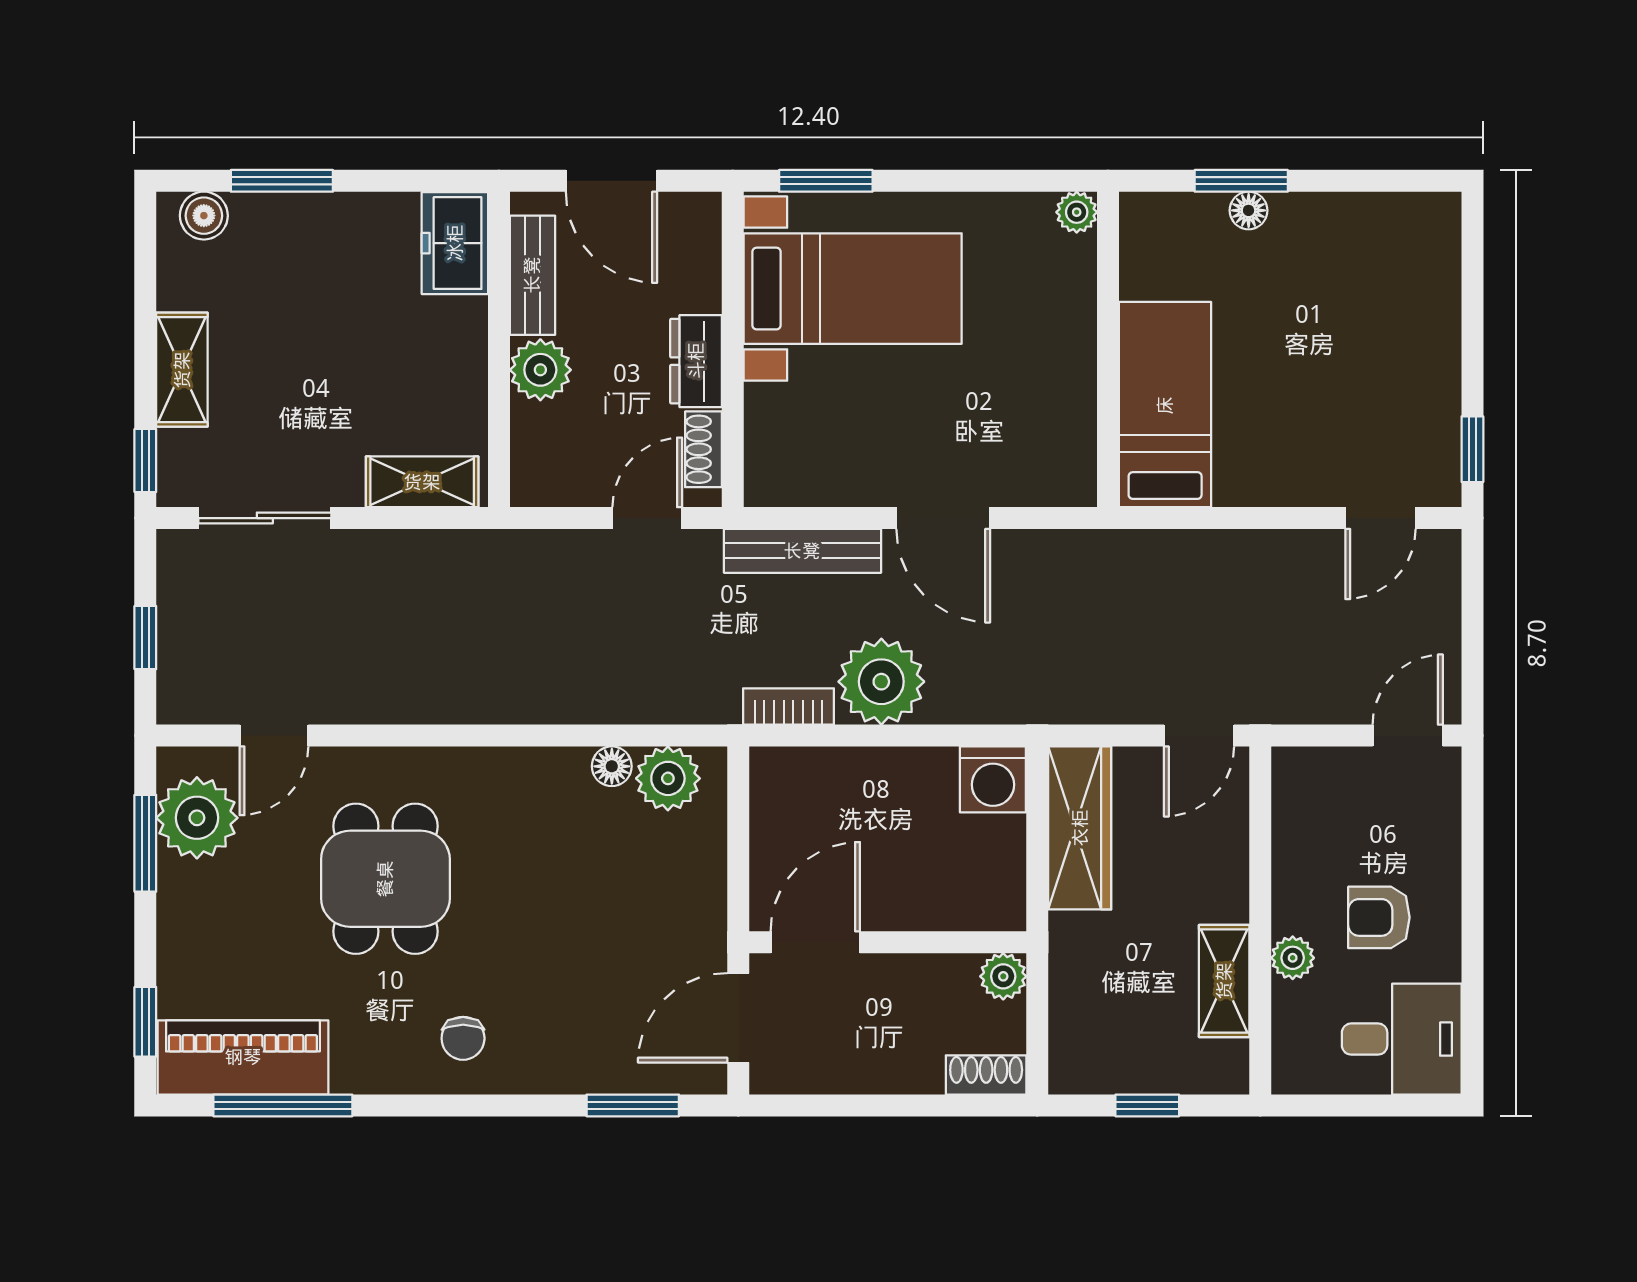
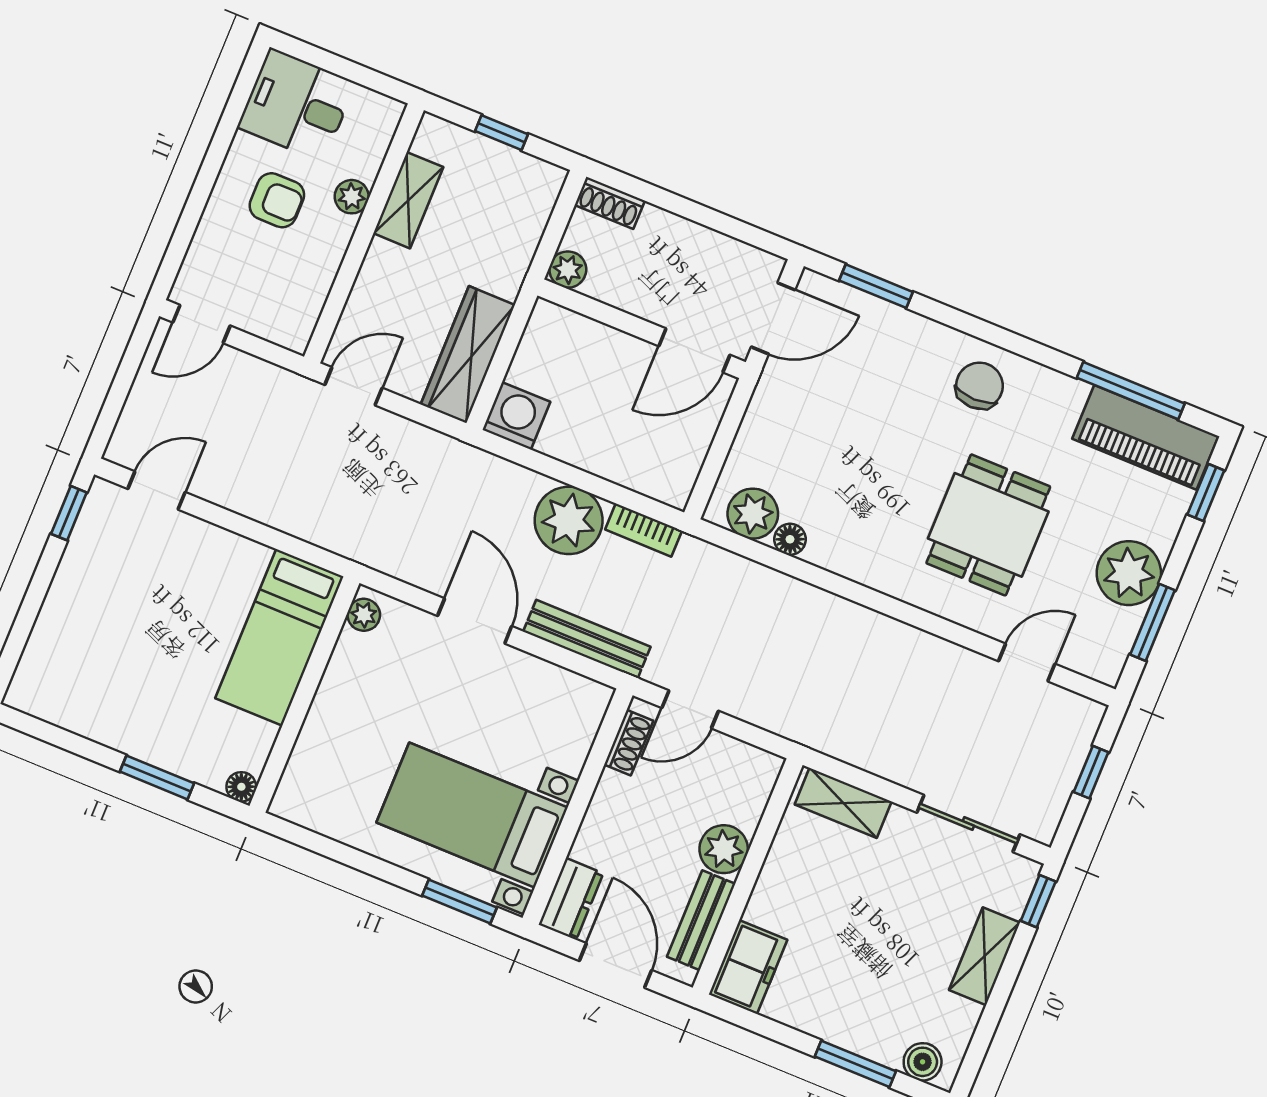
floor lamp: (1249, 210) -> (241, 787), moved
plant: (1077, 212) -> (364, 615), moved
dresser: (696, 361) -> (571, 899), moved
plant: (197, 818) -> (1129, 573), moved
chair: (463, 1038) -> (979, 386), width x1.37, depth x1.37

